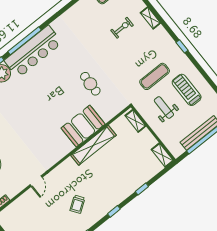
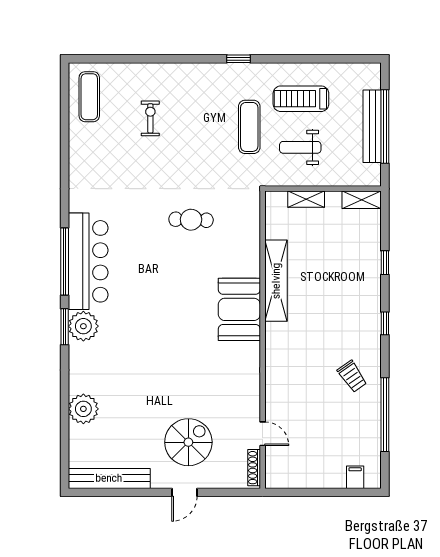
shelving: (150, 18) -> (167, 71), removed
shelving: (135, 121) -> (306, 199), moved
booth: (83, 126) -> (239, 309), moved
door: (36, 181) -> (263, 434), moved
trolley: (77, 204) -> (352, 376), moved

